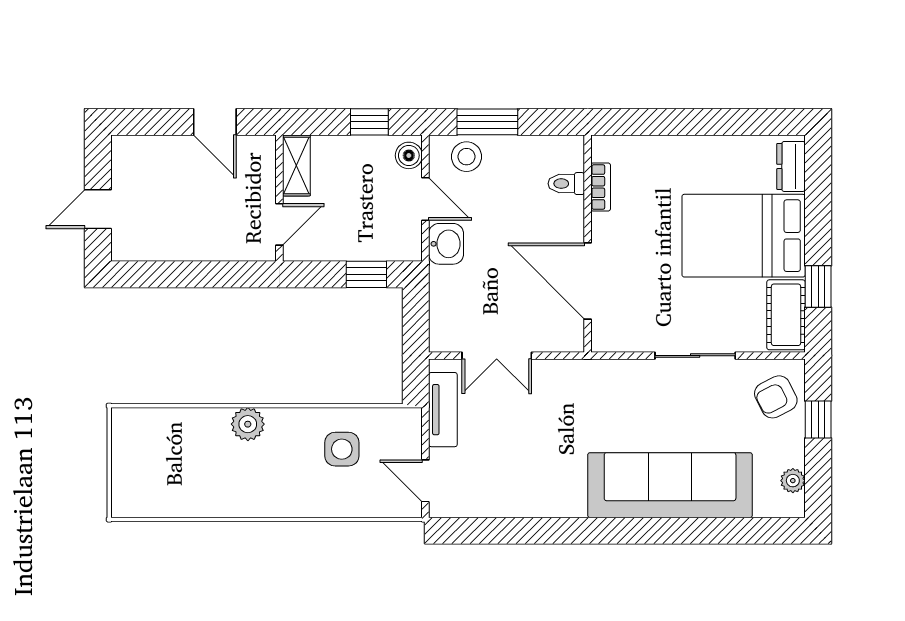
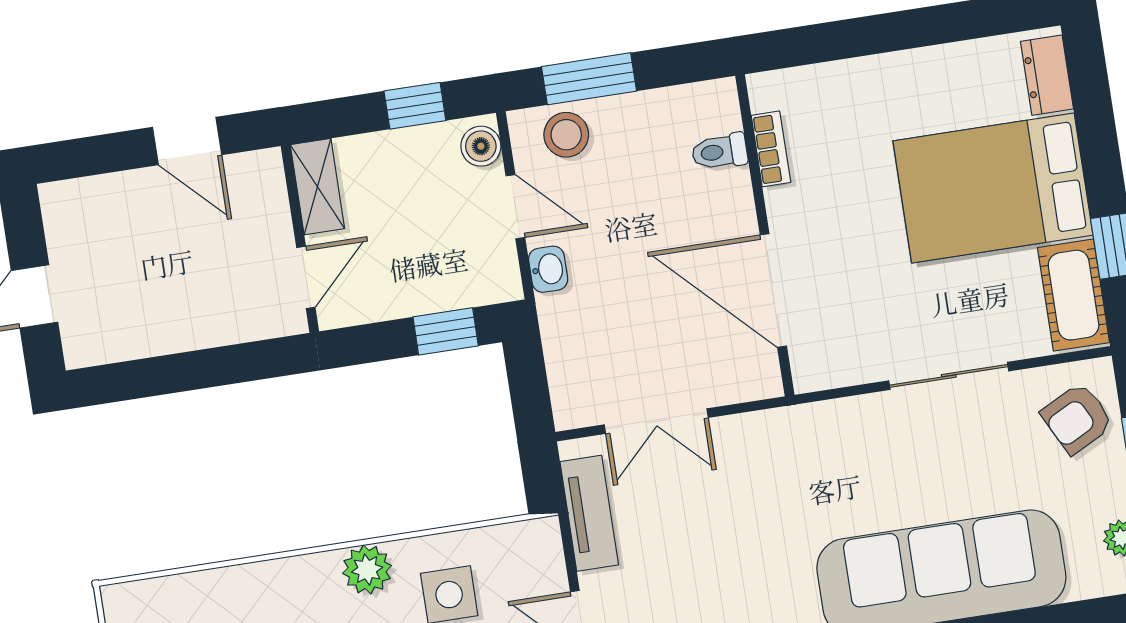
washbasin: (446, 244) -> (548, 269), width x0.72, depth x0.69
plant: (248, 424) -> (367, 570), moved

